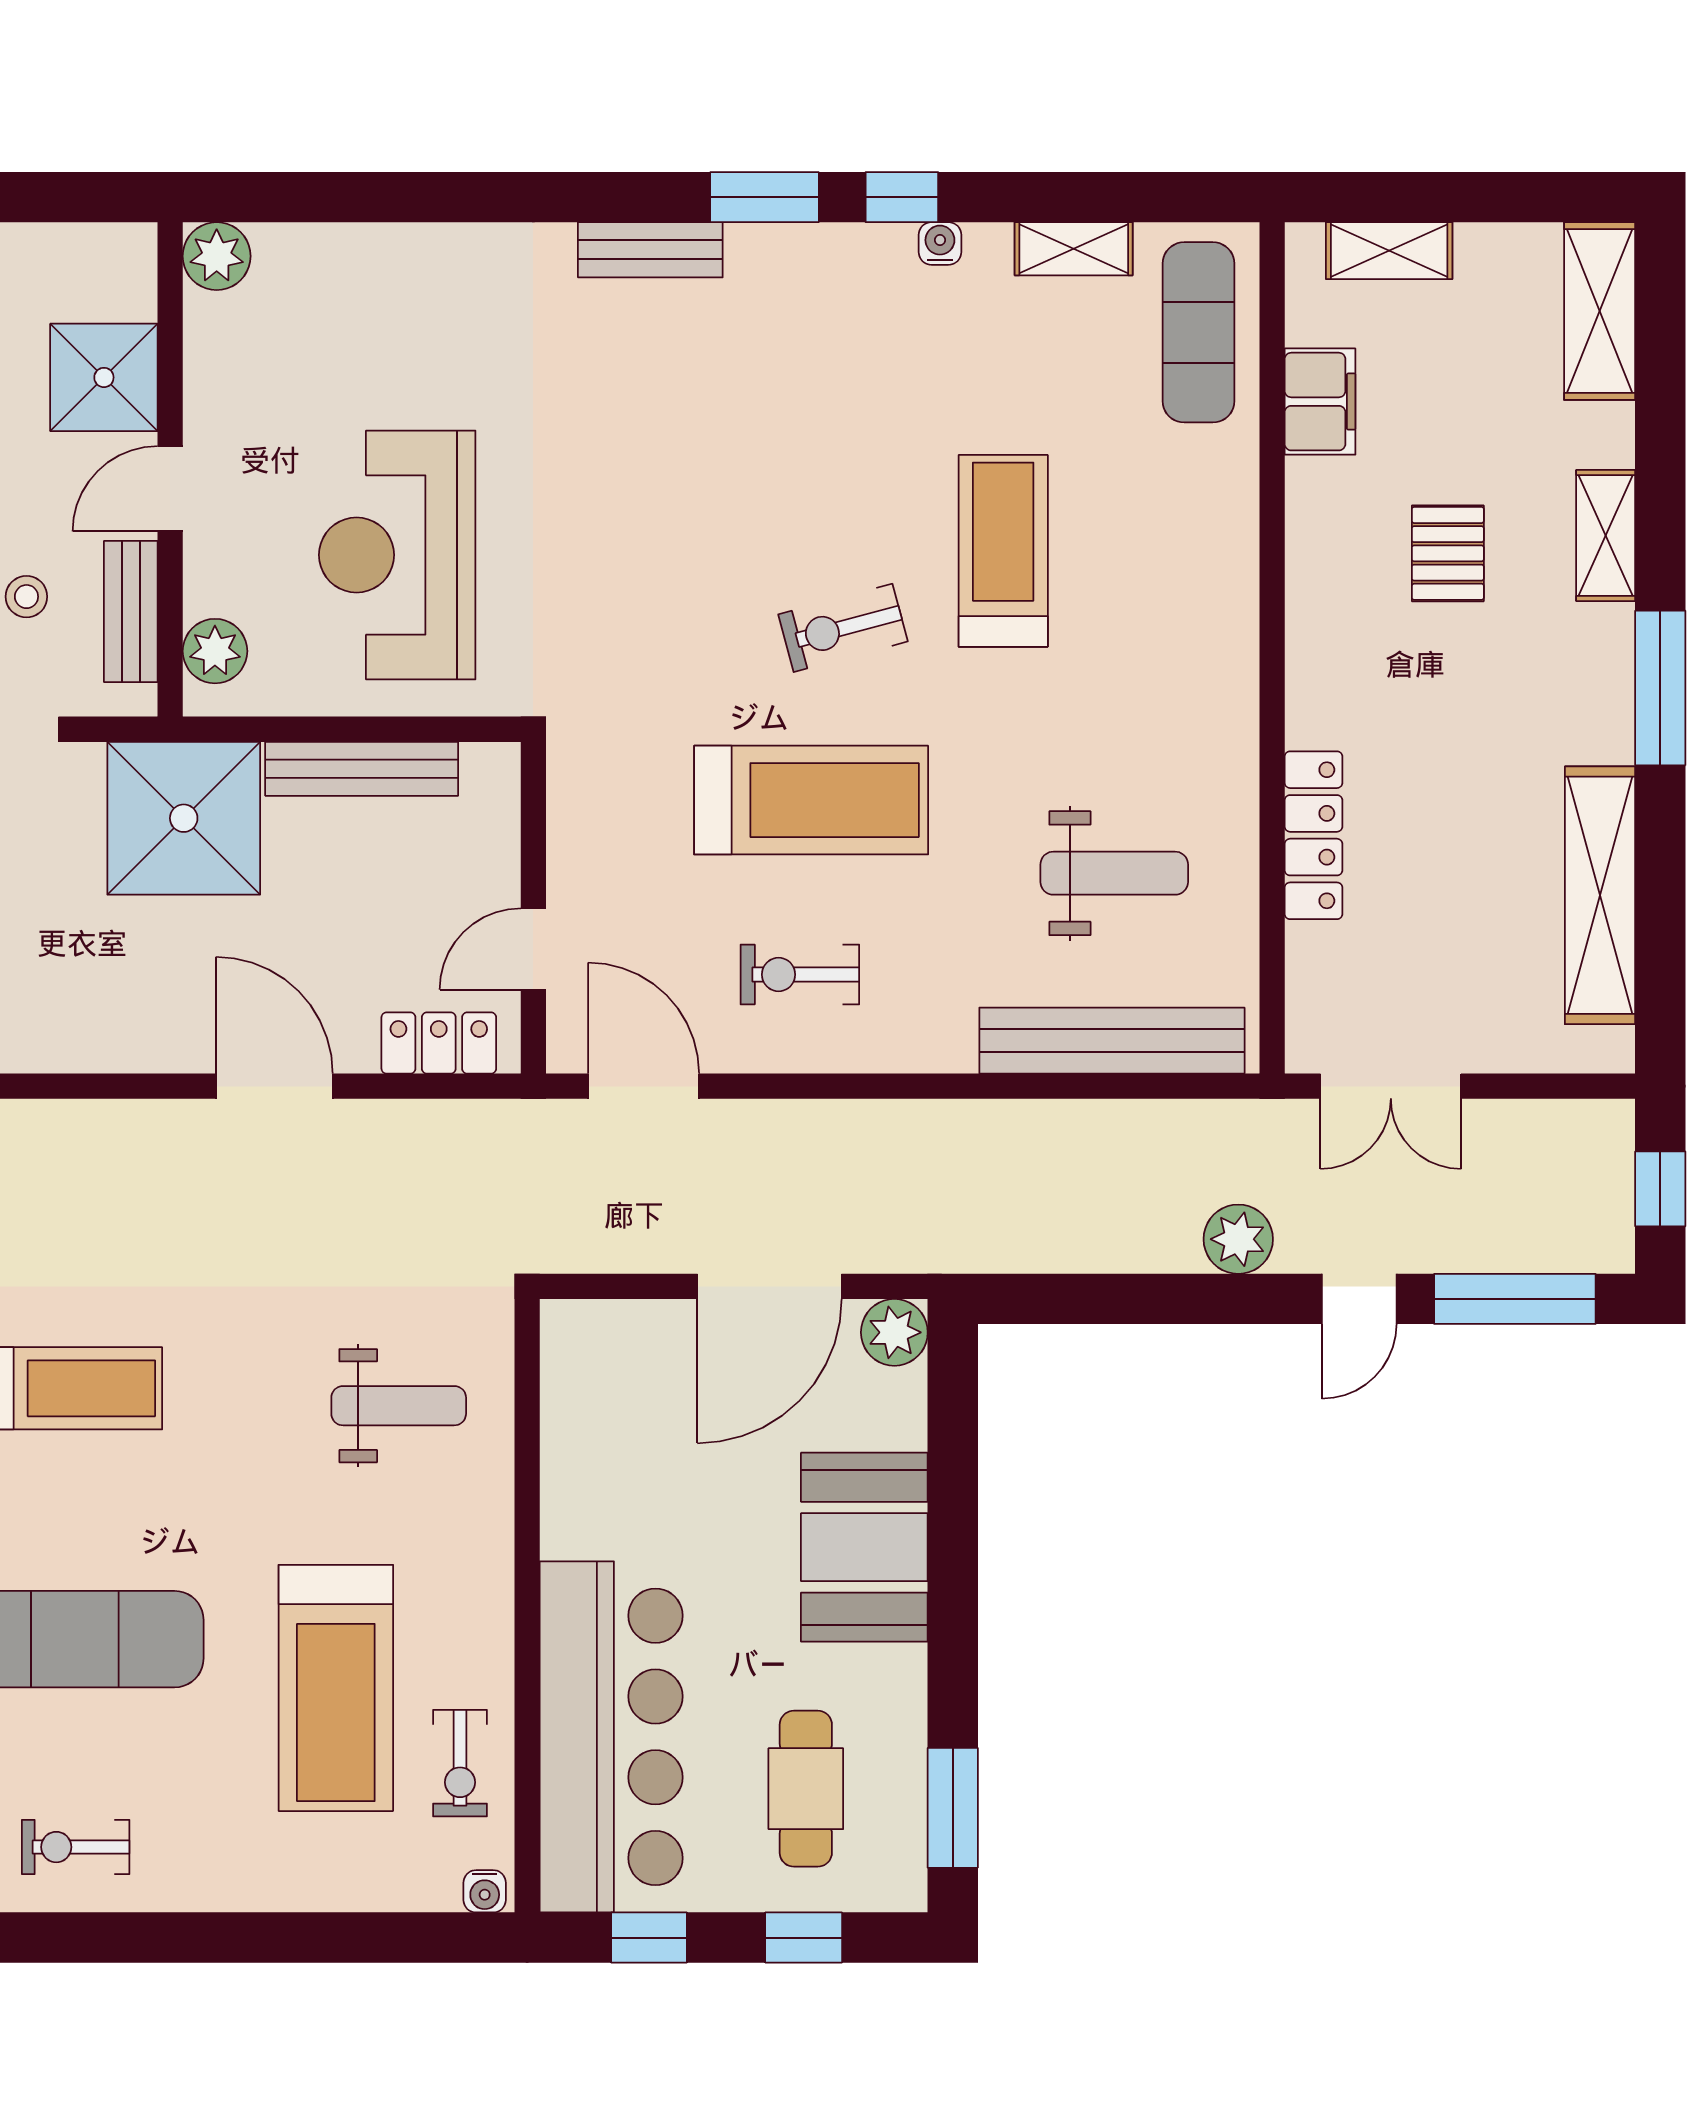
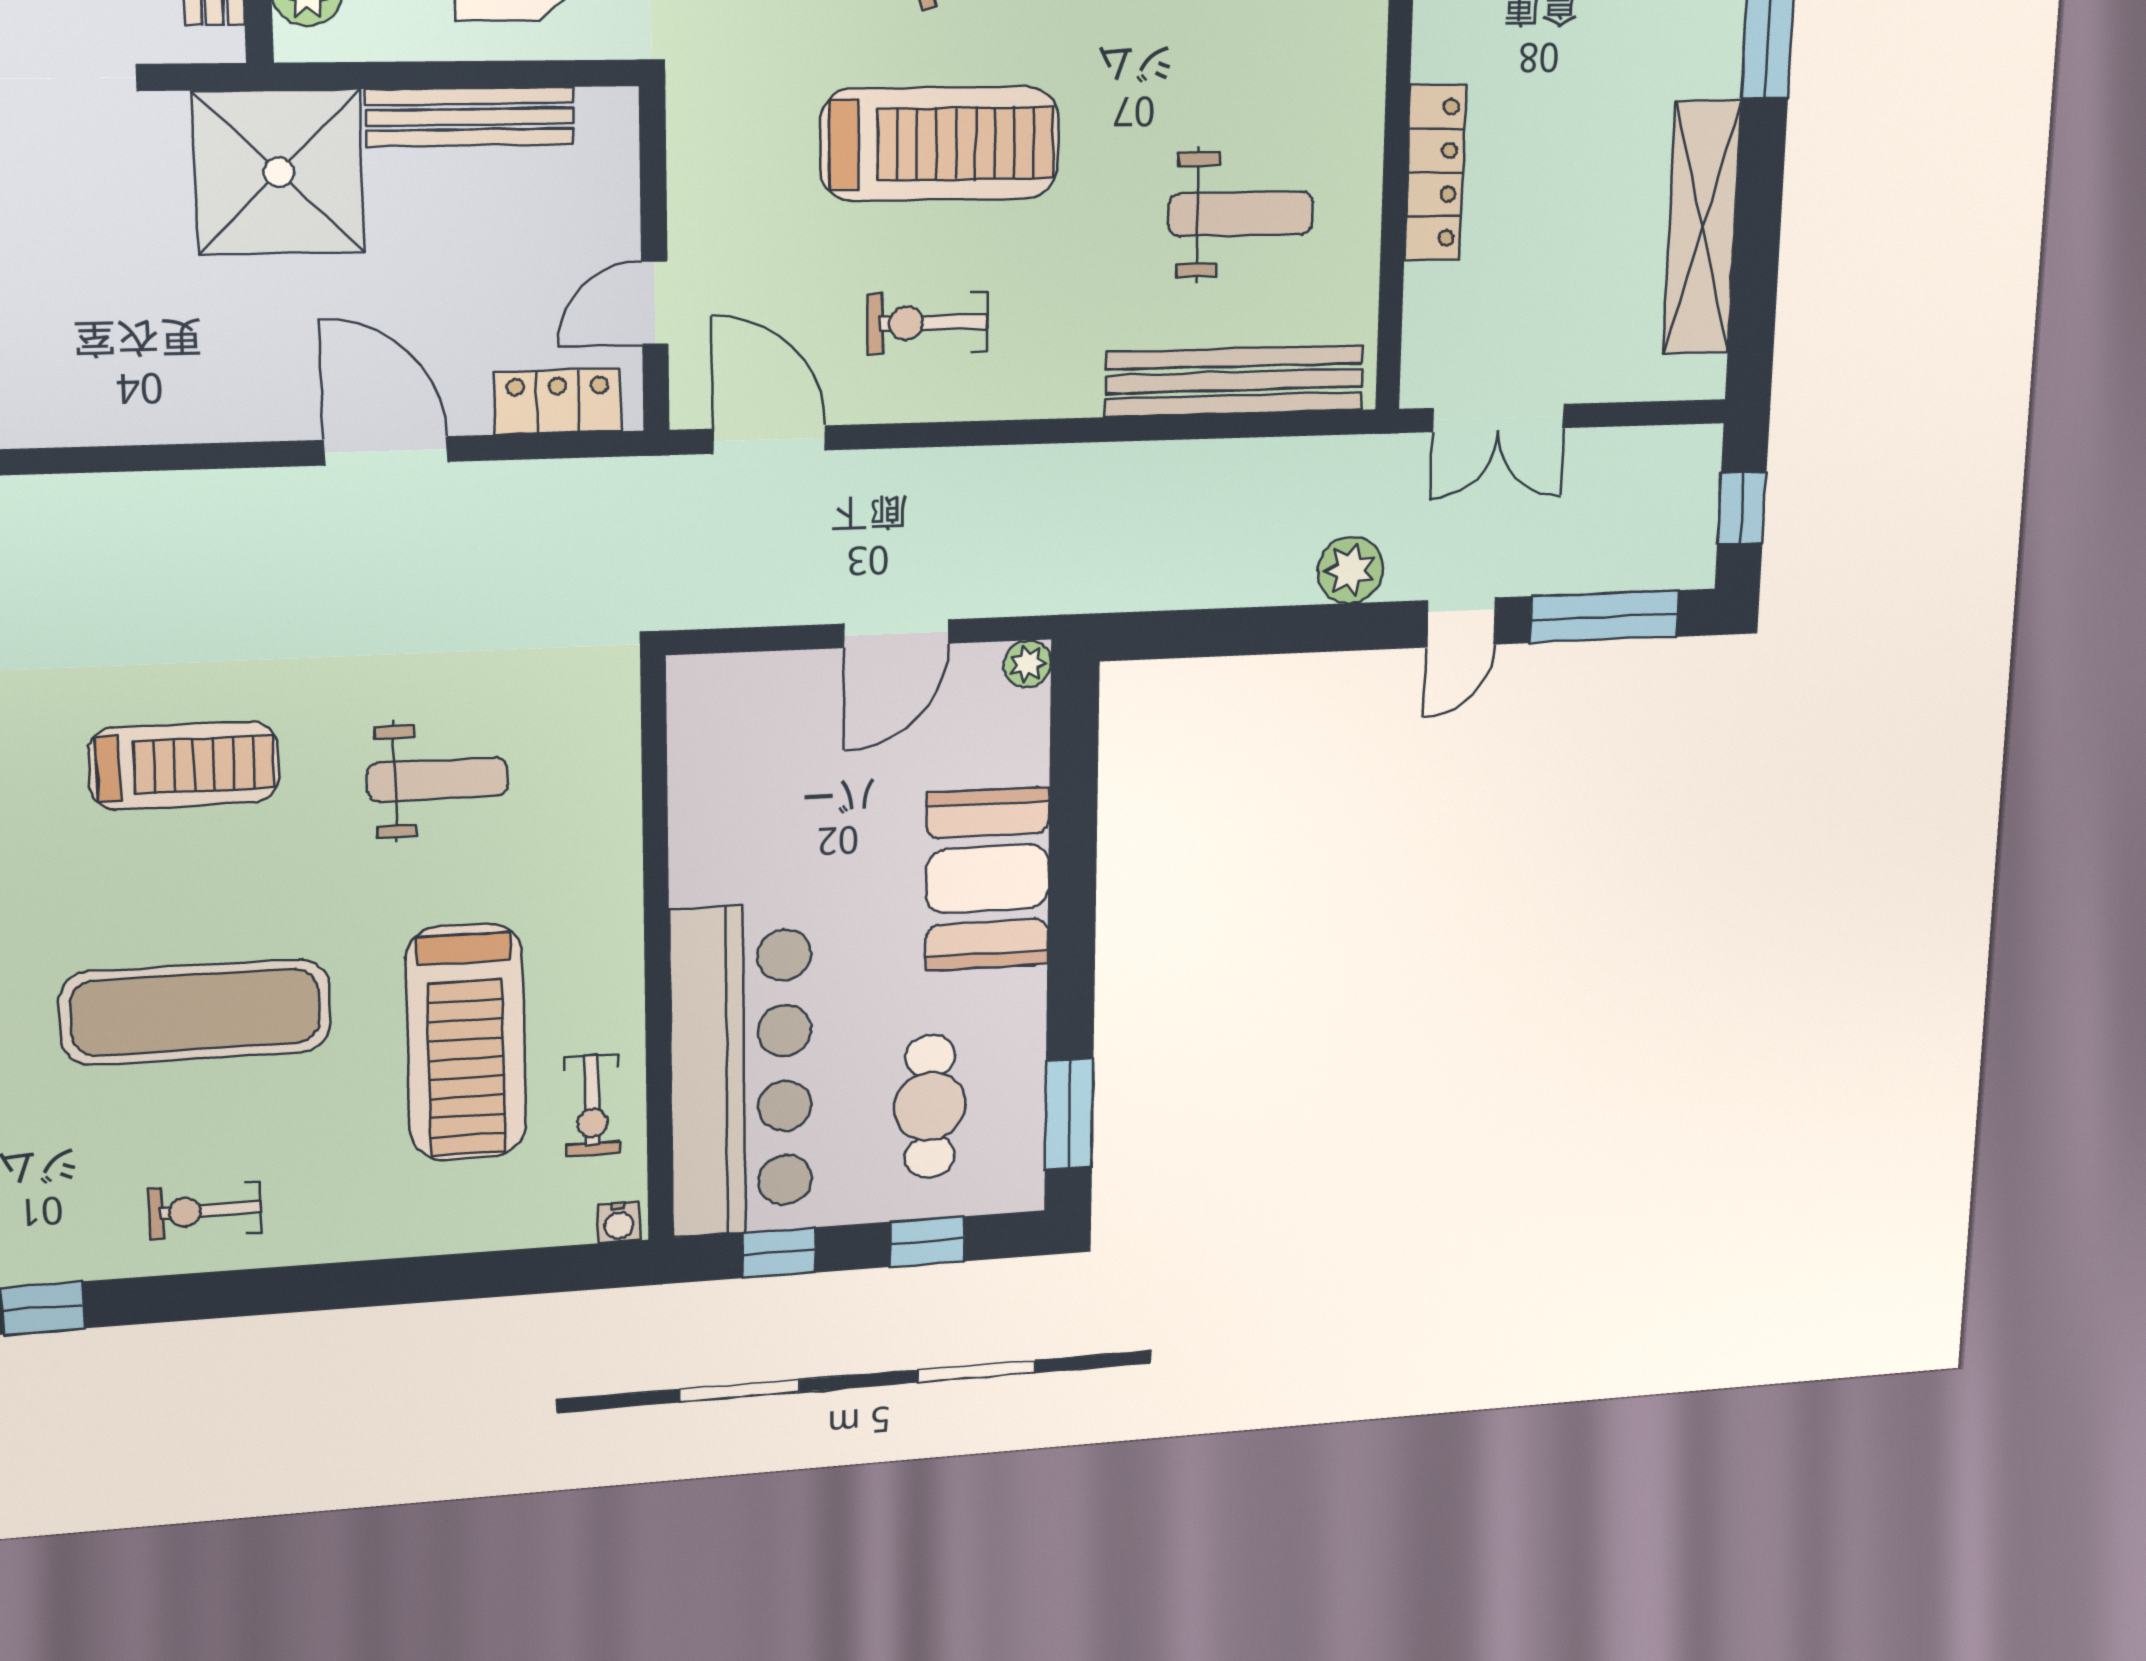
door: (770, 1286) -> (896, 634), width x0.73
plant: (894, 1332) -> (1027, 664), width x0.73, depth x0.73
weight bench: (399, 1406) -> (438, 780), moved

